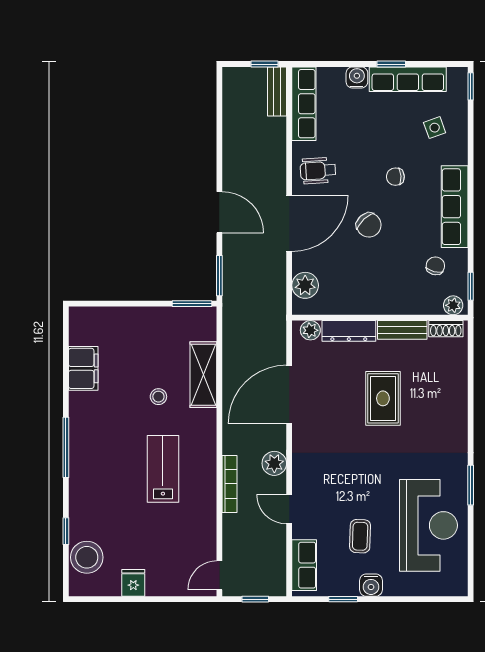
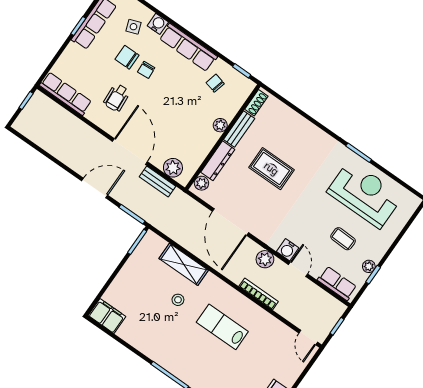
water cooler: (357, 77) -> (158, 24), moved, turned 90
bench: (277, 91) -> (157, 182), moved
wheelchair: (318, 171) -> (117, 98), moved
chair: (369, 225) -> (127, 57), moved, turned -137
plant: (453, 305) -> (220, 125), moved
filing cabinet: (83, 368) -> (107, 316), moved
door: (289, 509) -> (298, 269), swing flipped
water cooler: (371, 585) -> (288, 250), moved, turned 90
plant: (349, 588) -> (369, 266), added

